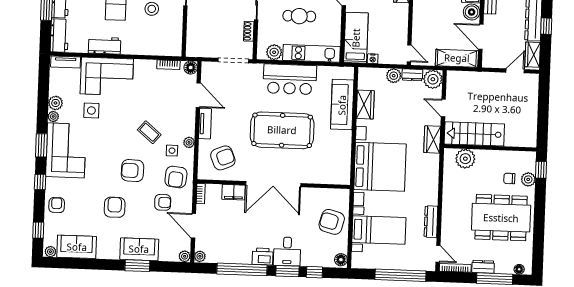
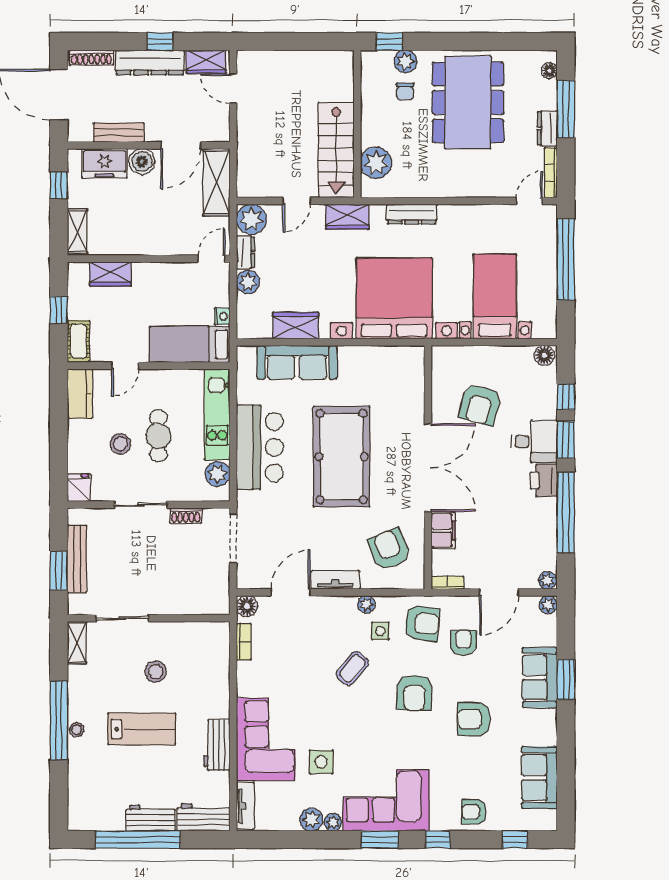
armchair: (332, 222) -> (480, 405), moved
dresser: (431, 222) -> (412, 214), moved
plant: (50, 252) -> (549, 819), removed

